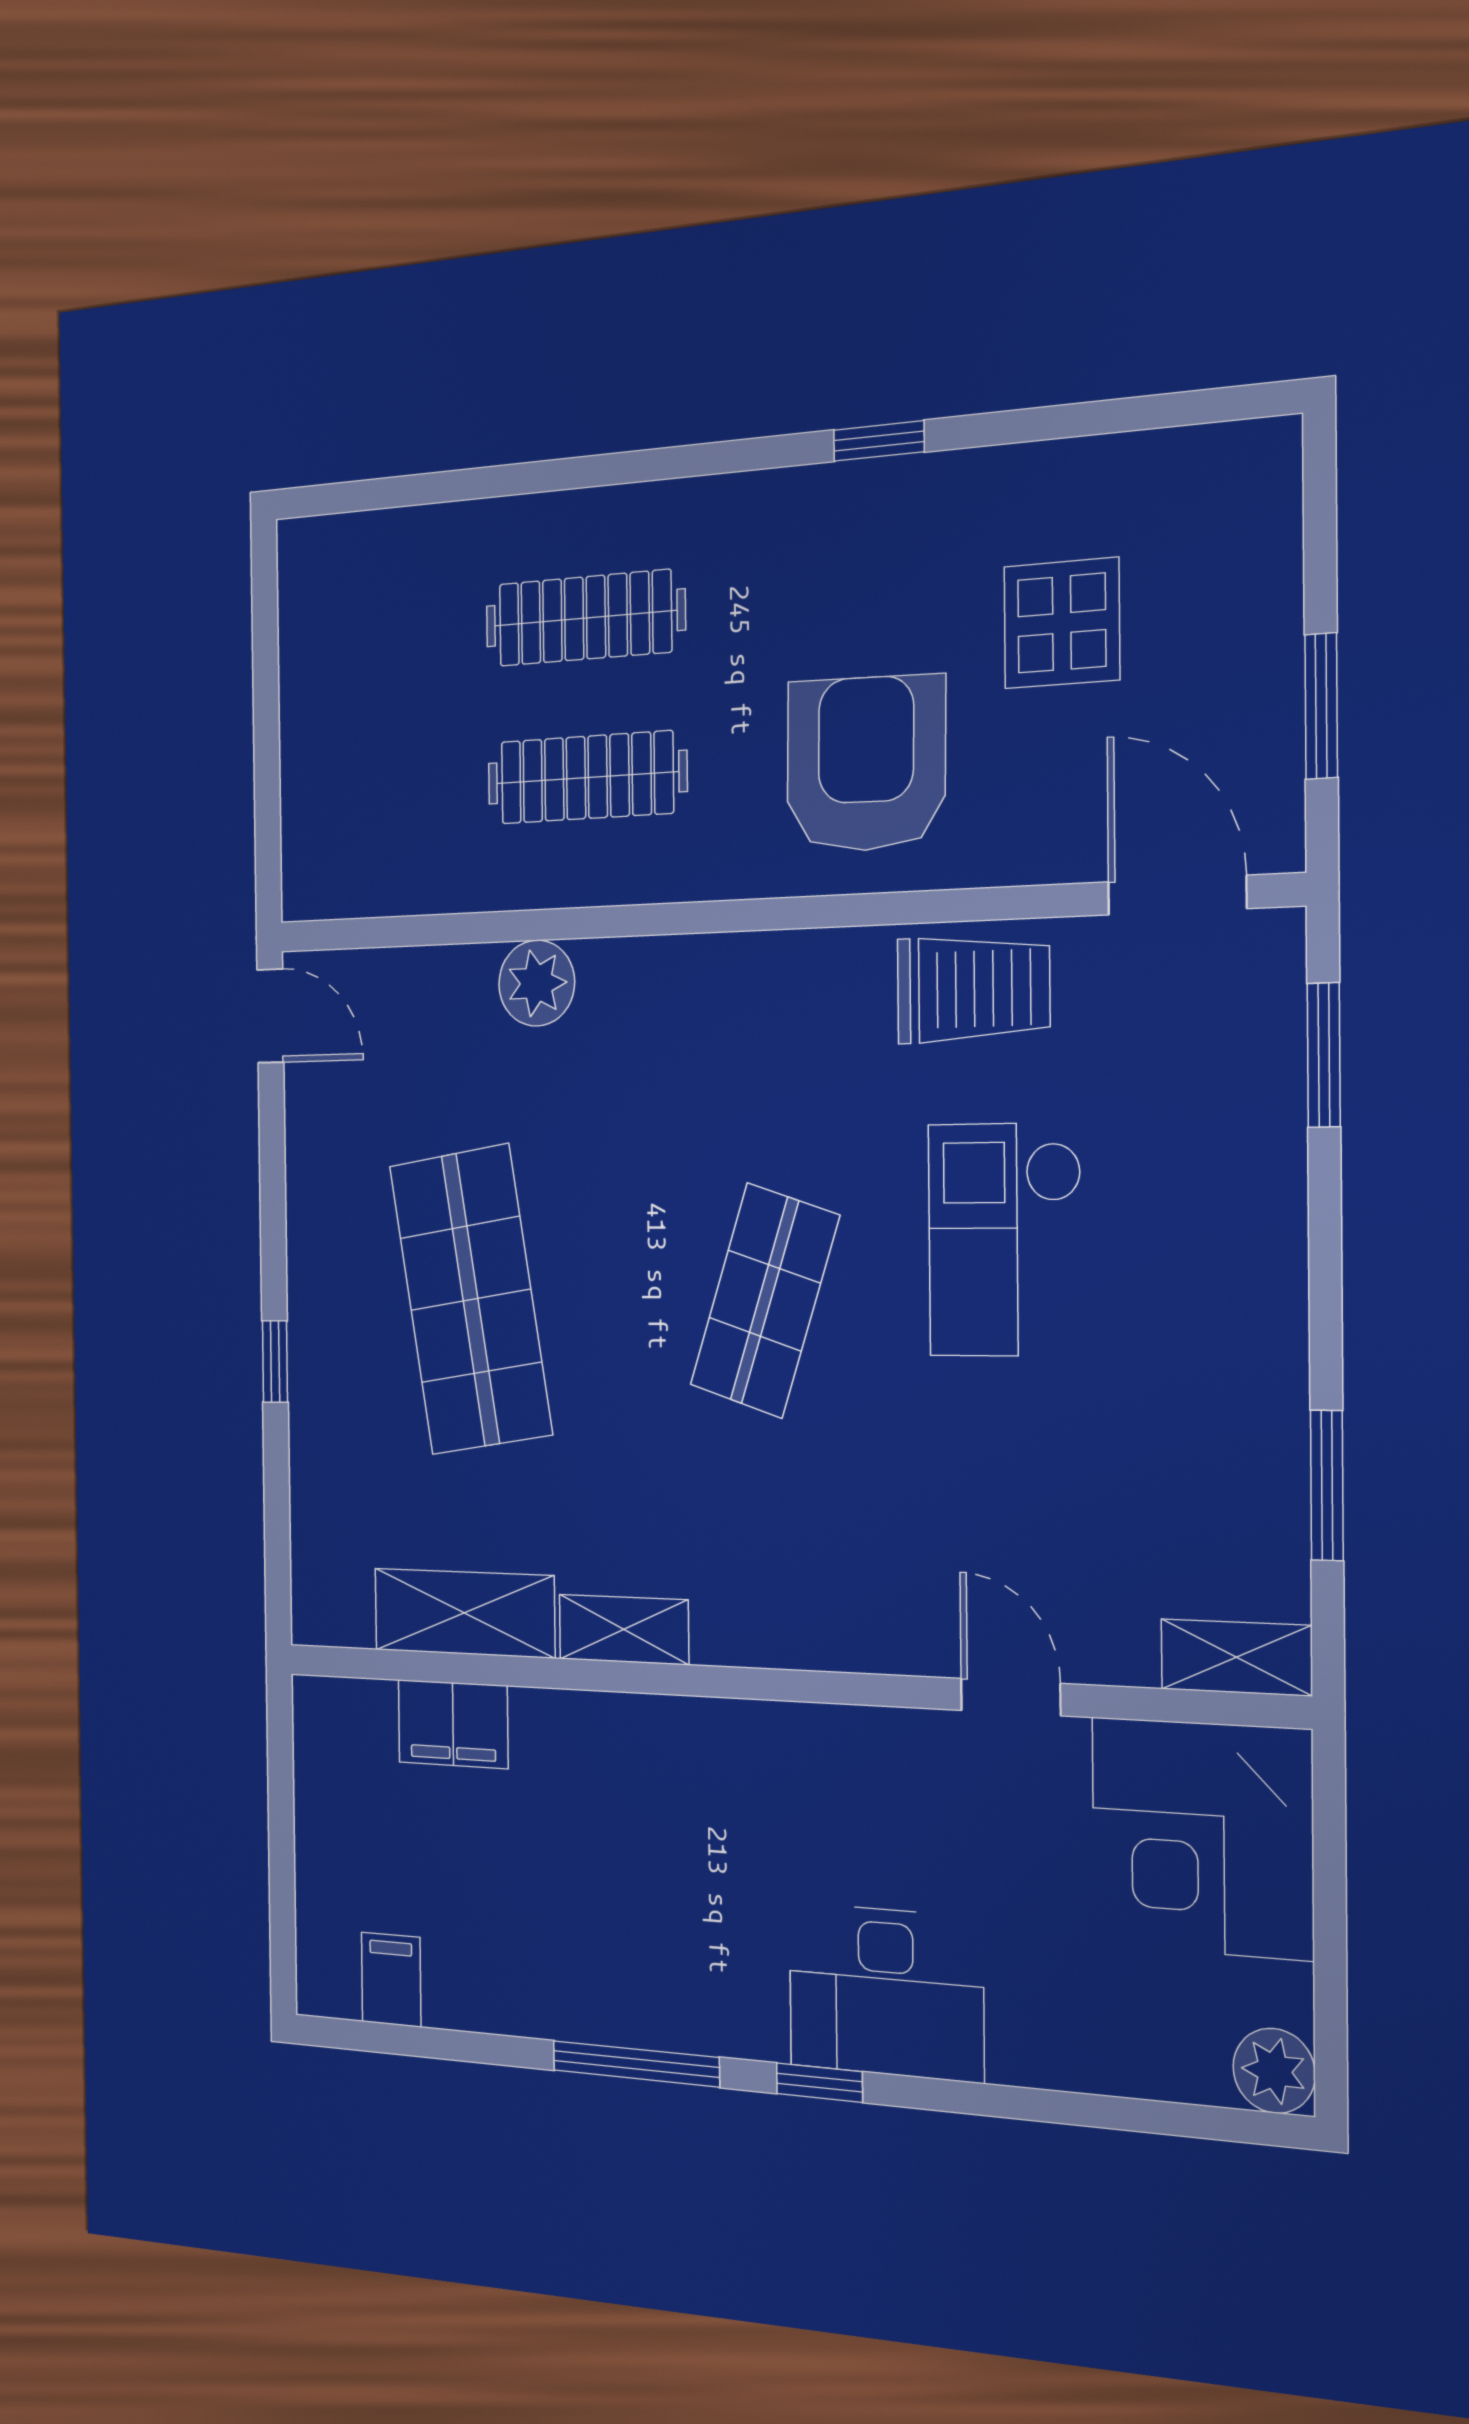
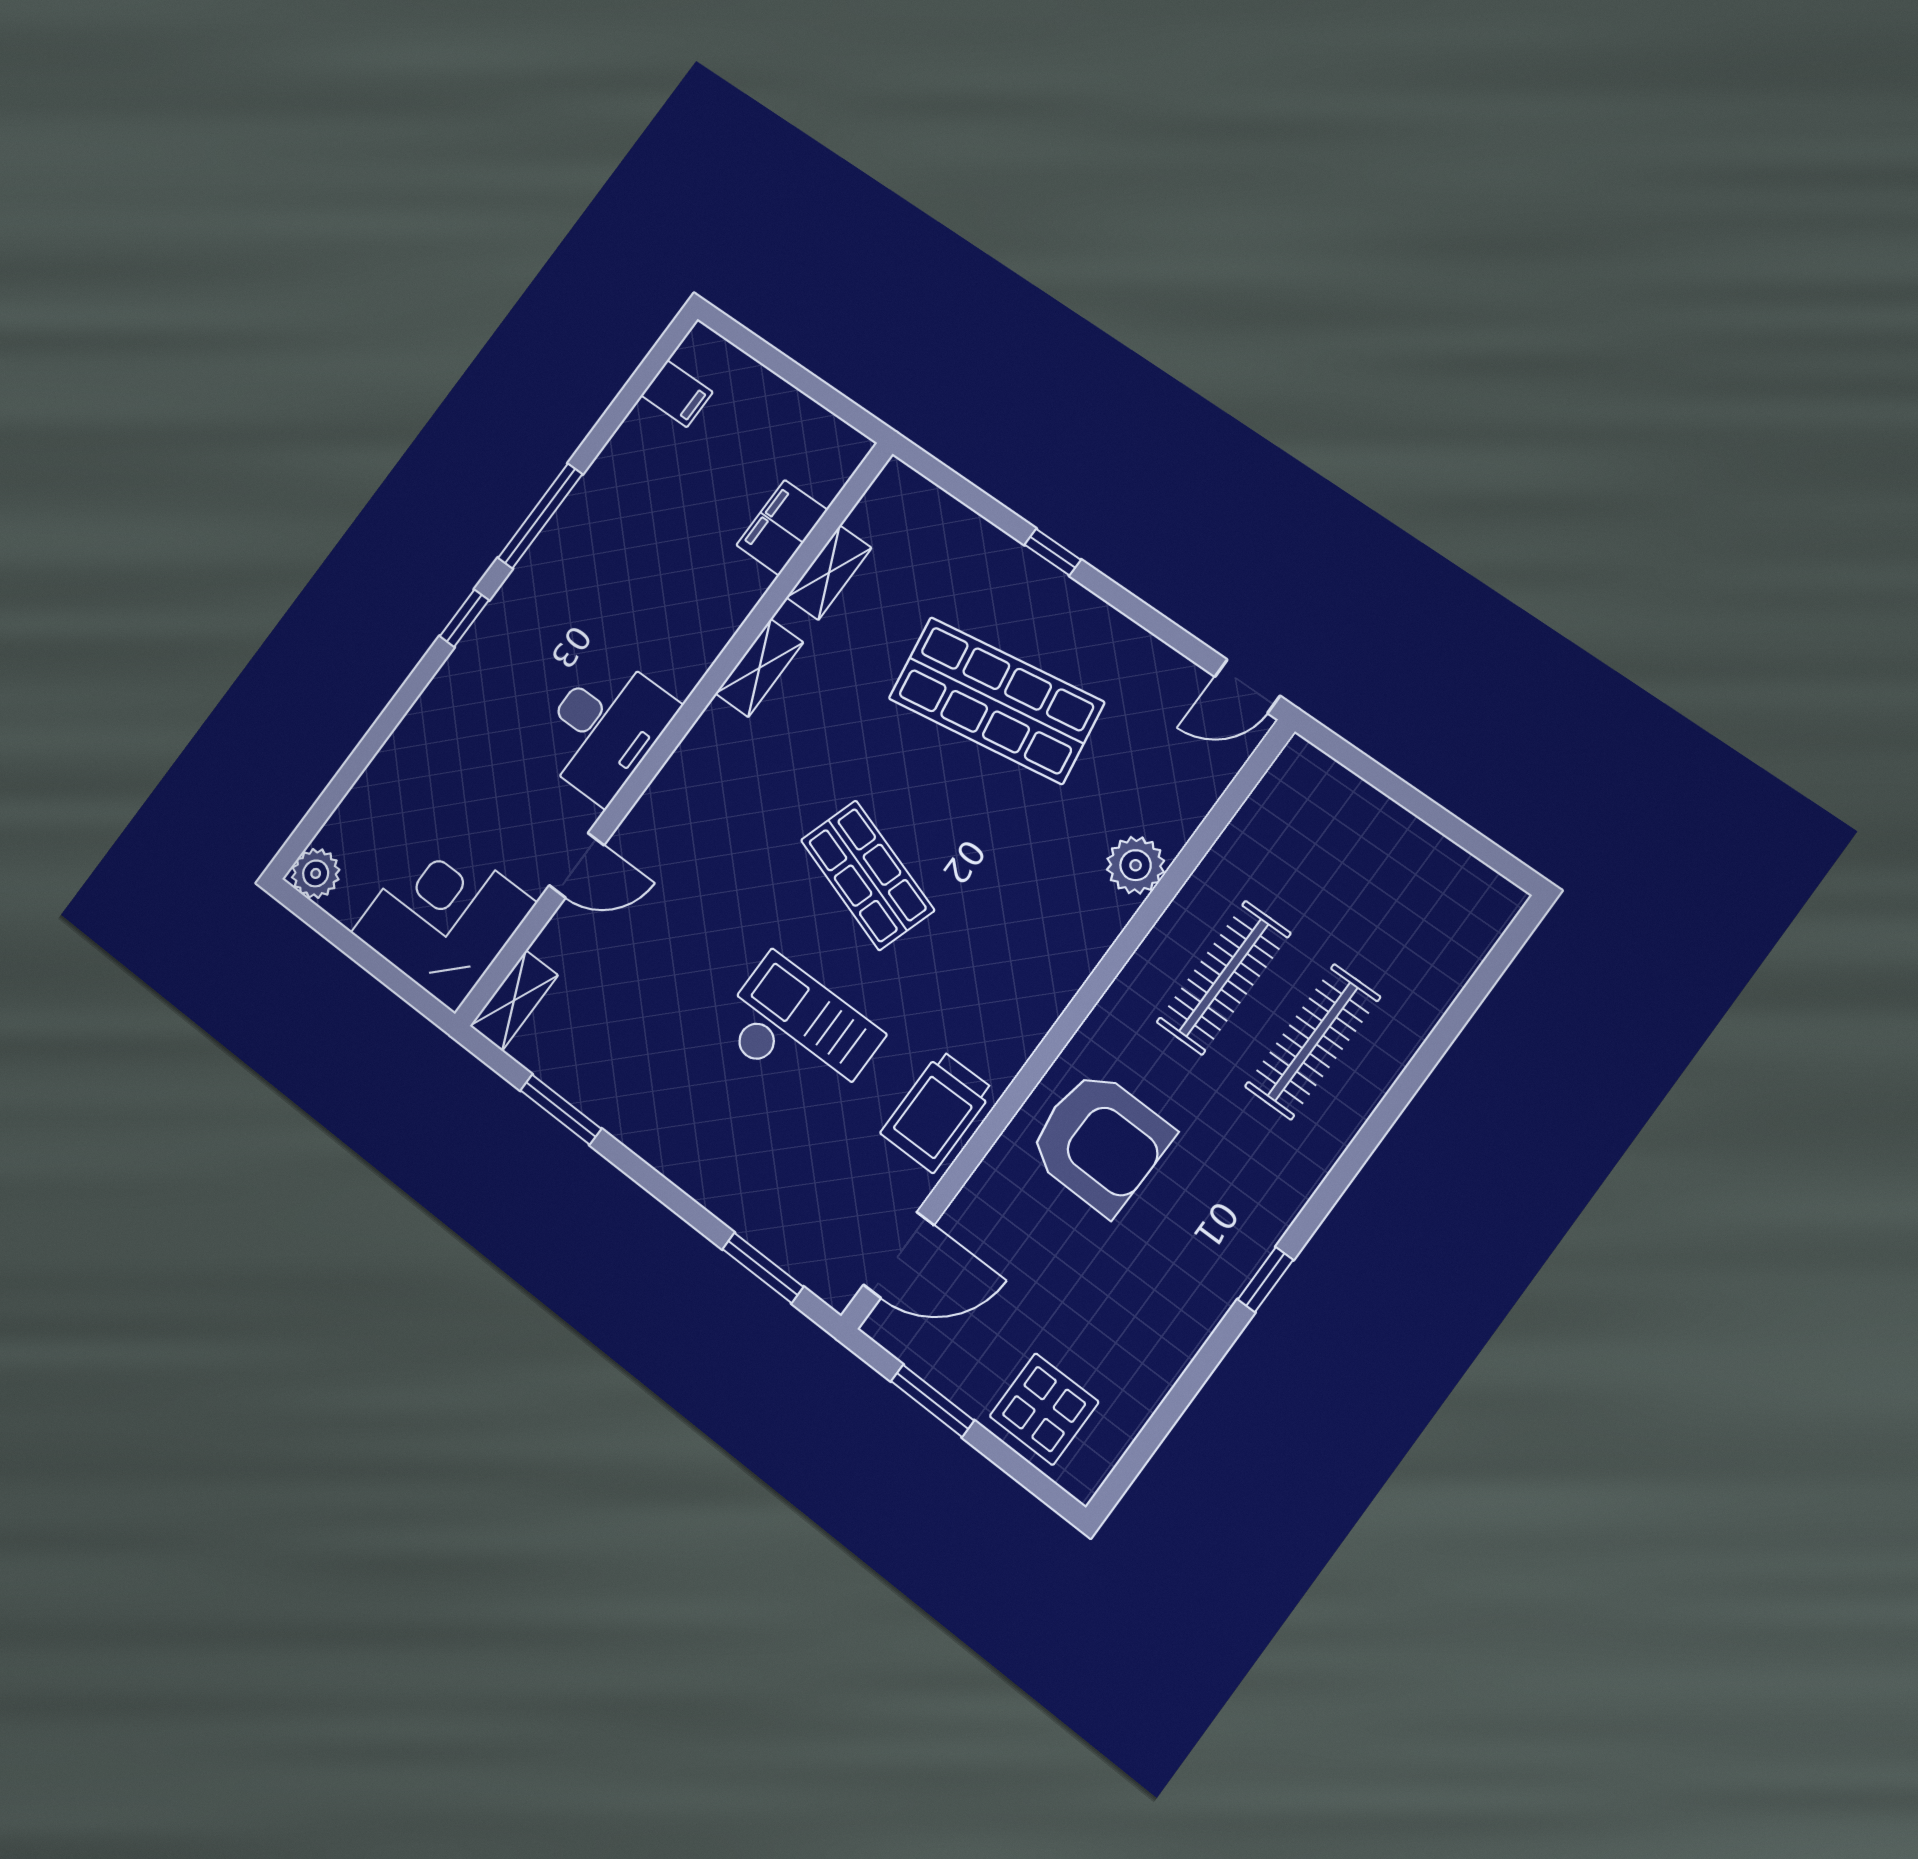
display table: (1062, 623) -> (1044, 1409), moved
shelving: (464, 1613) -> (829, 573), width x0.67, depth x0.75
desk: (886, 1992) -> (605, 728), moved, turned 180

